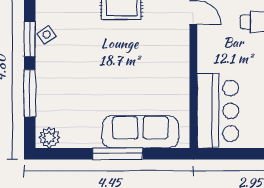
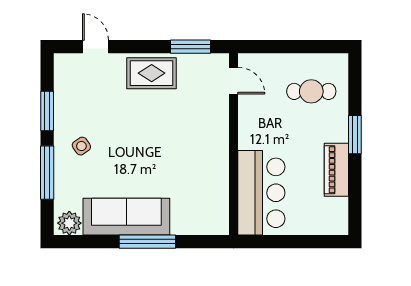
side table: (47, 35) -> (81, 146), moved
sofa: (140, 132) -> (126, 217), moved

